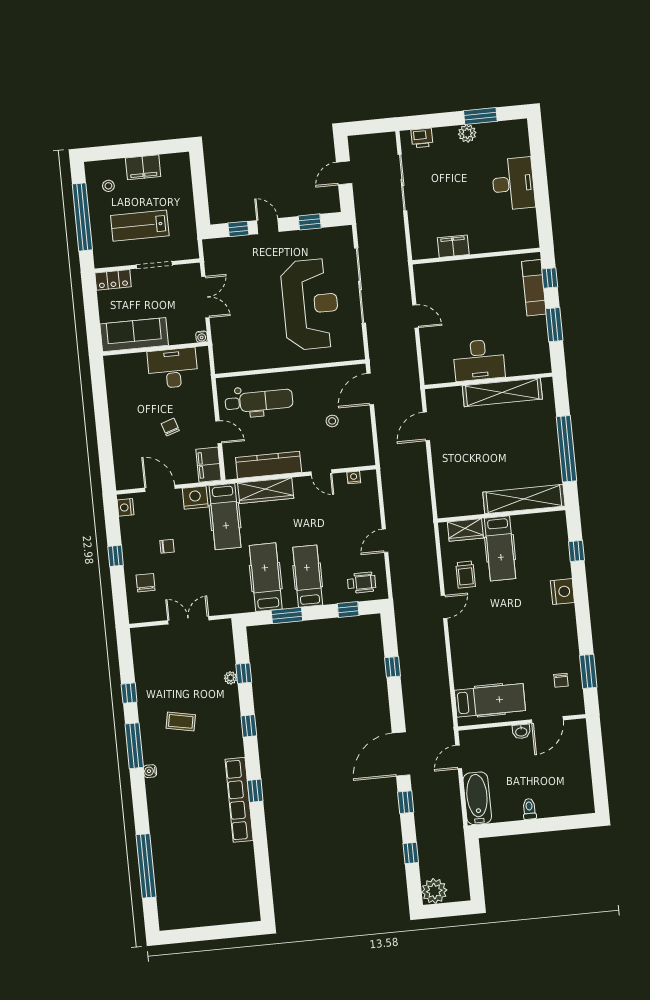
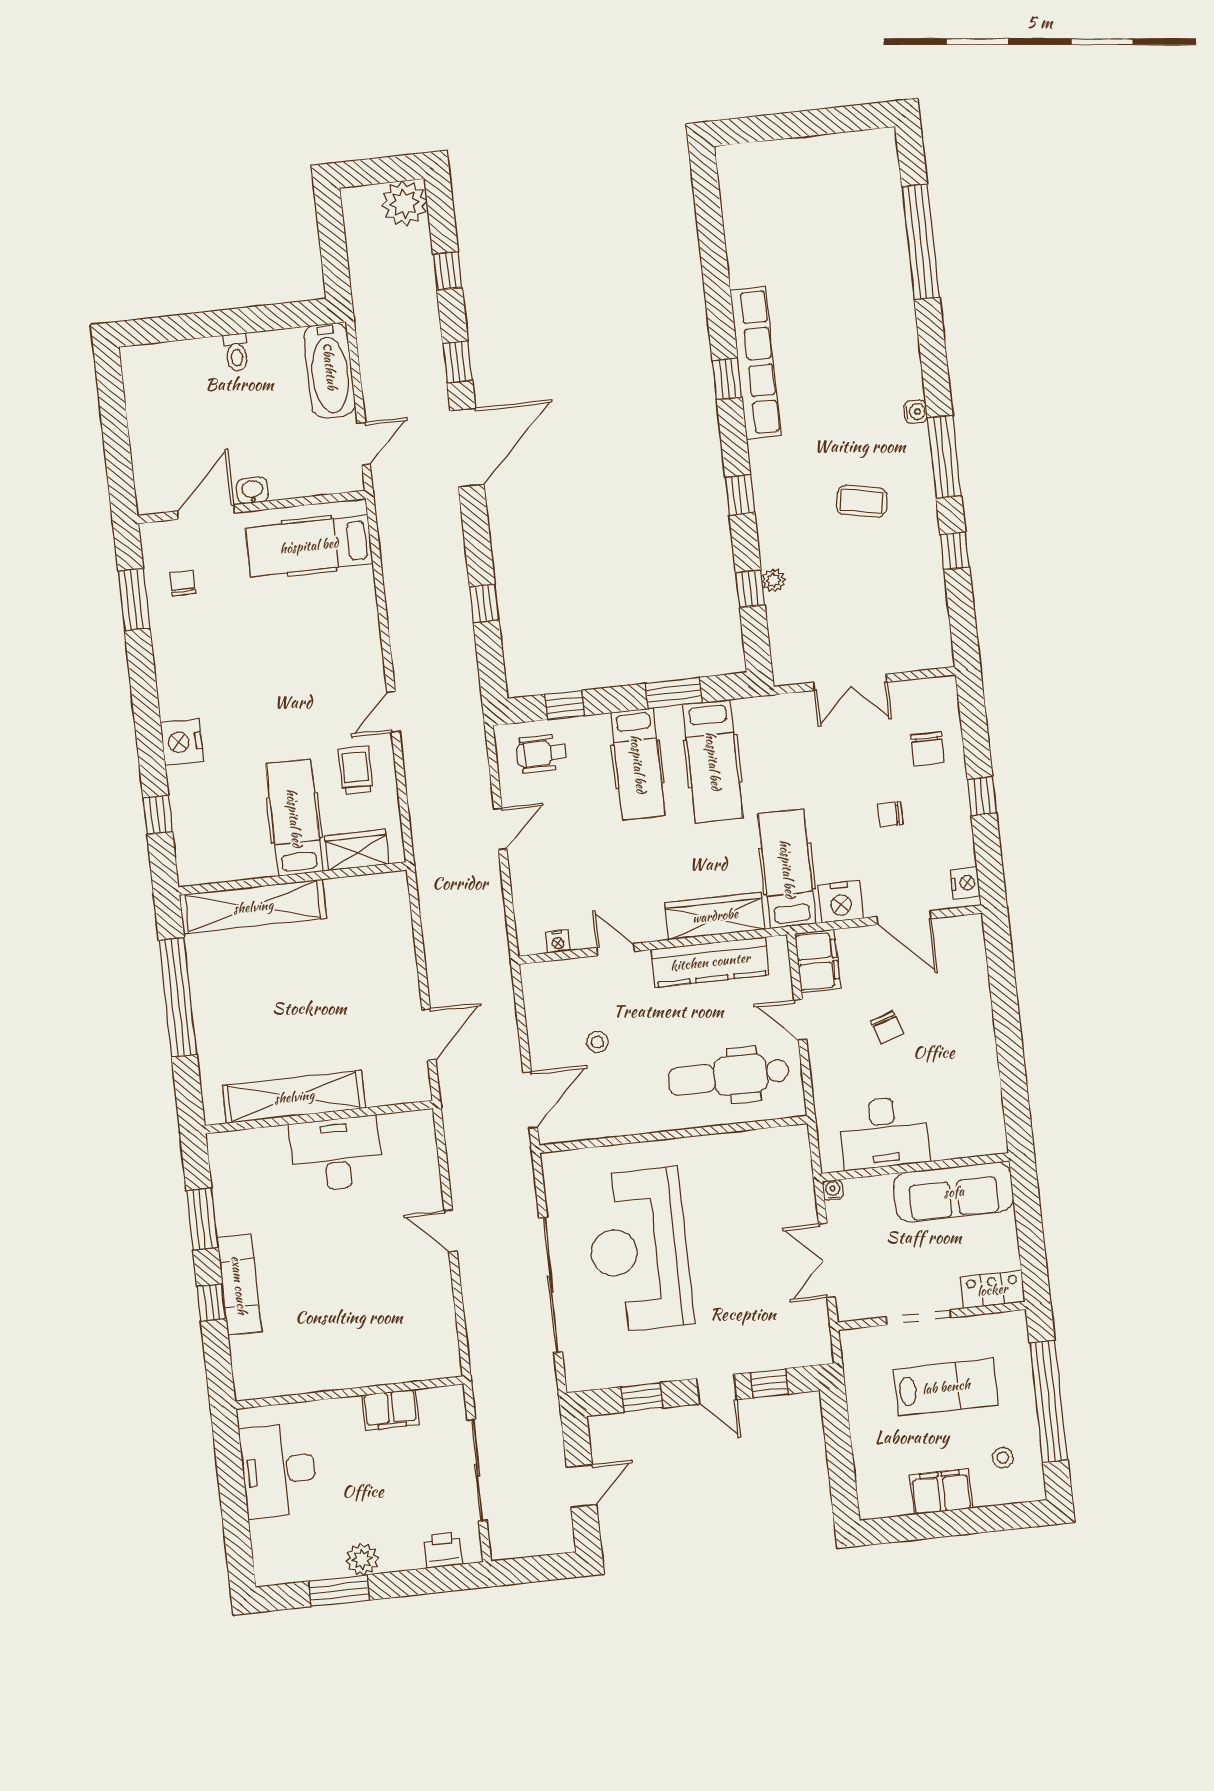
filing cabinet: (453, 246) -> (391, 1410), moved
wall: (476, 256) -> (349, 1393), moved

